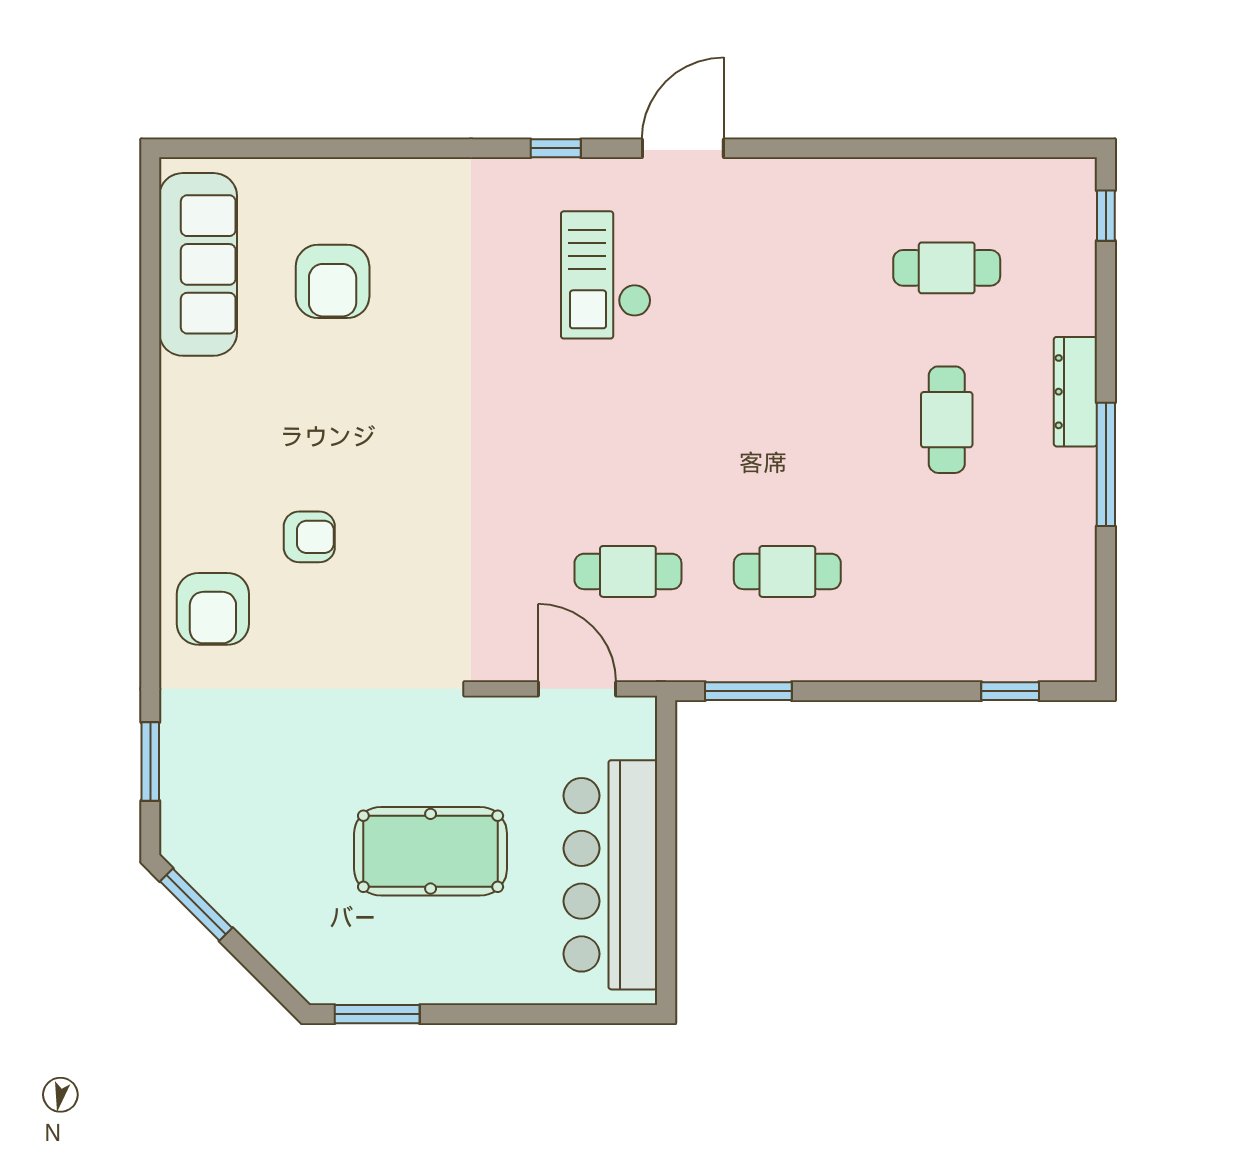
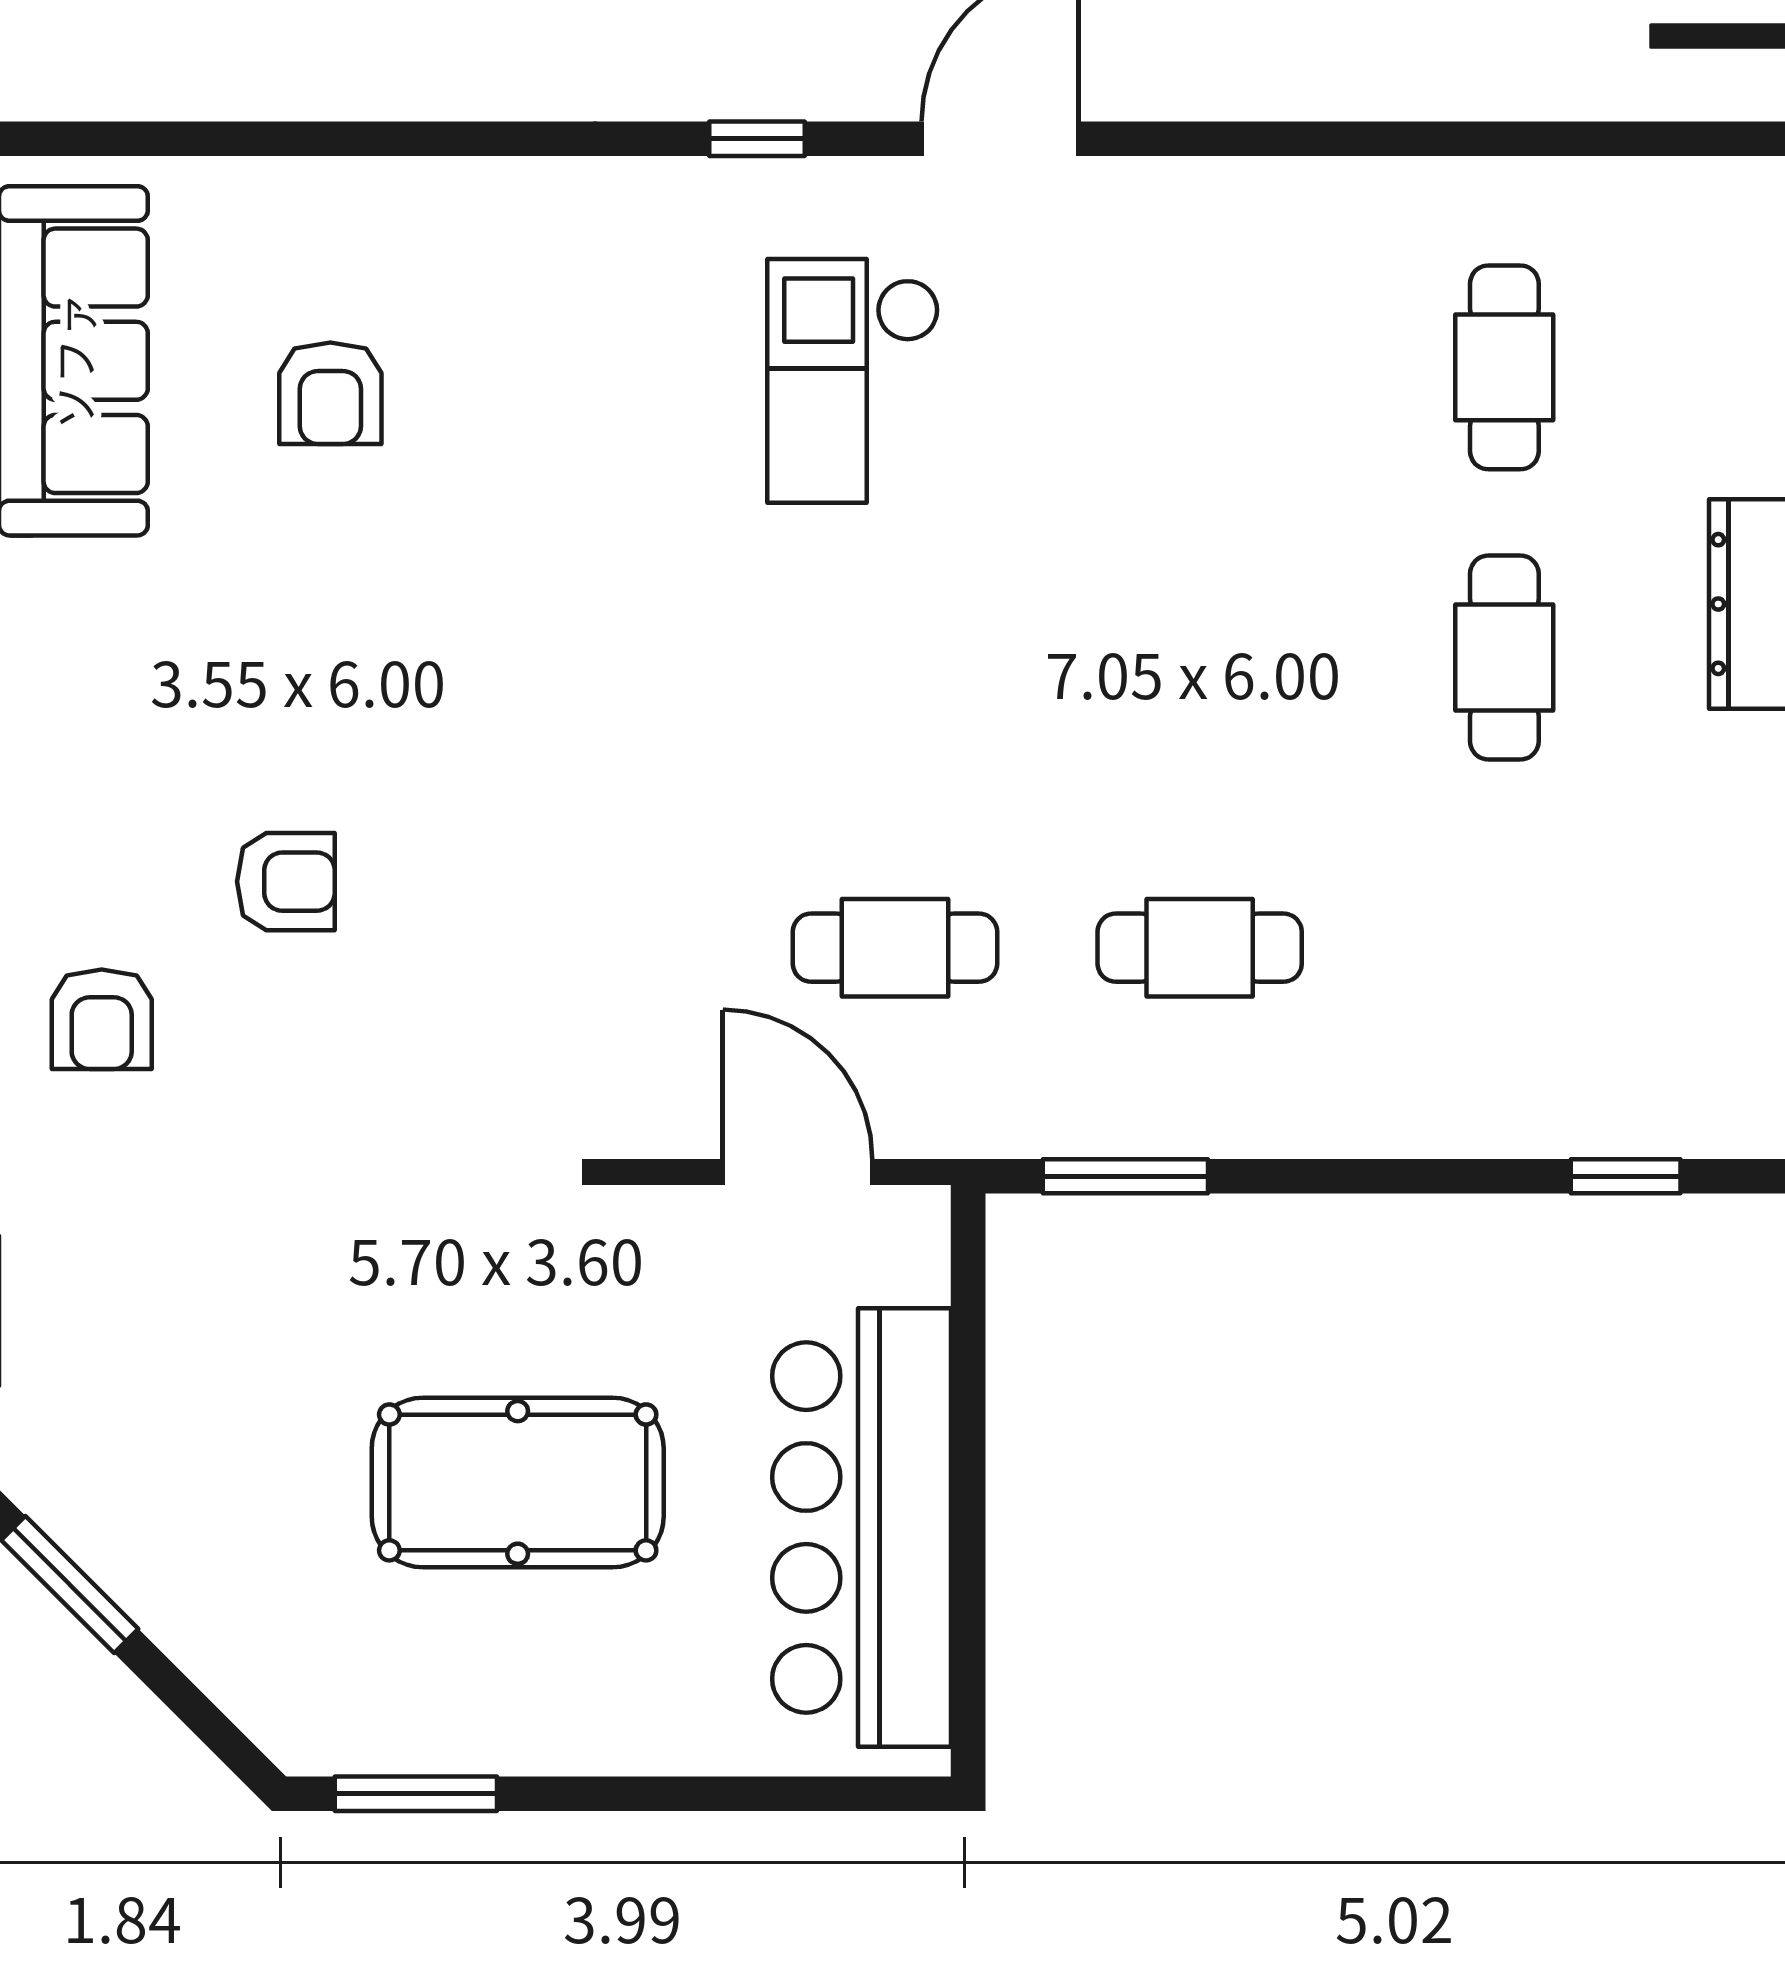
cafe table: (947, 268) -> (1504, 367), turned 90
armchair: (333, 281) -> (330, 393), width x0.72, depth x0.72
armchair: (213, 609) -> (102, 1019), width x0.72, depth x0.72

